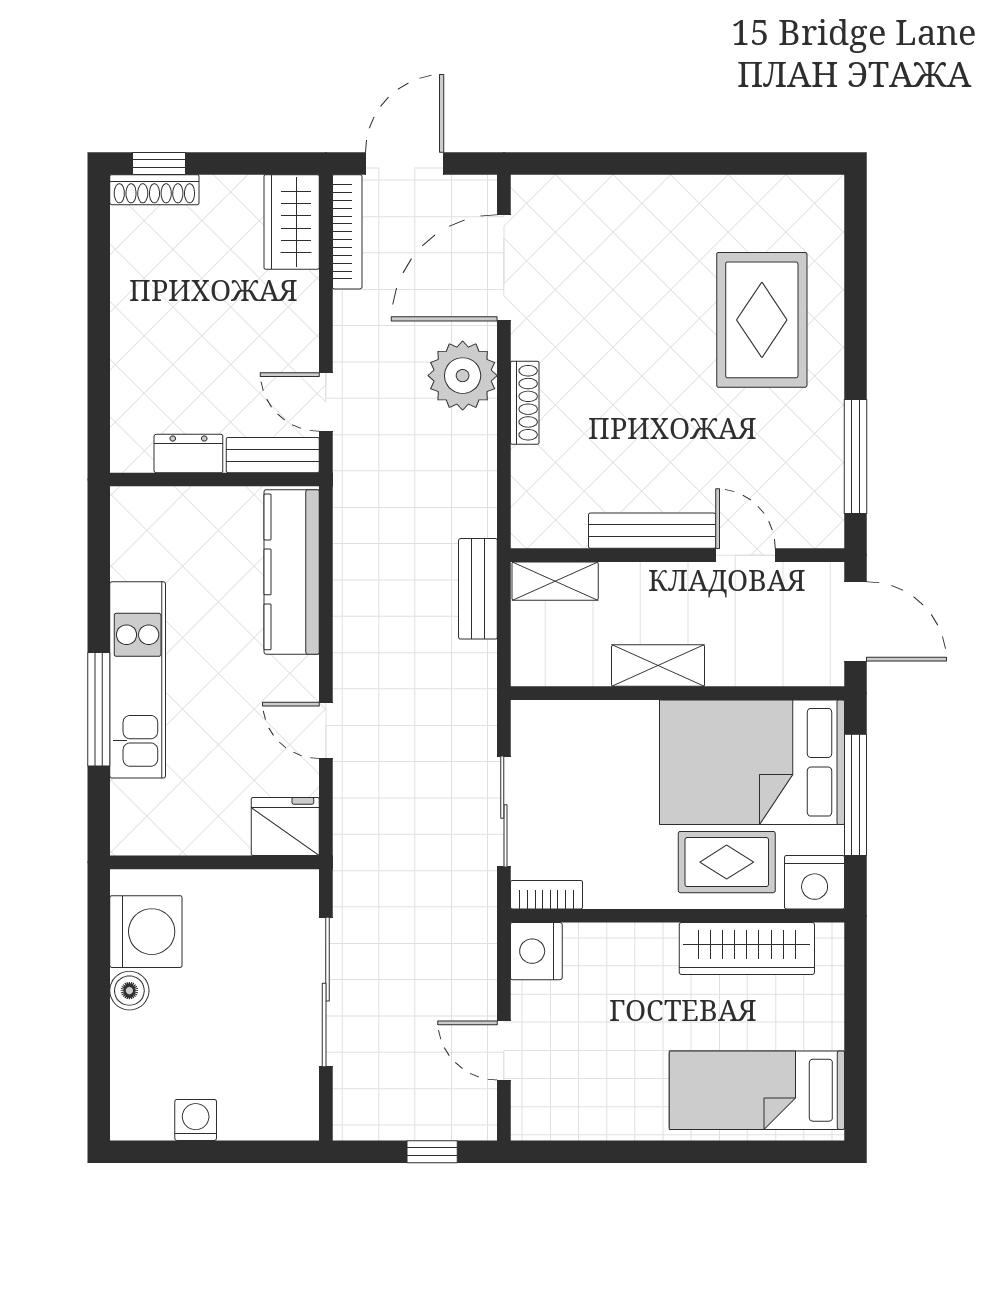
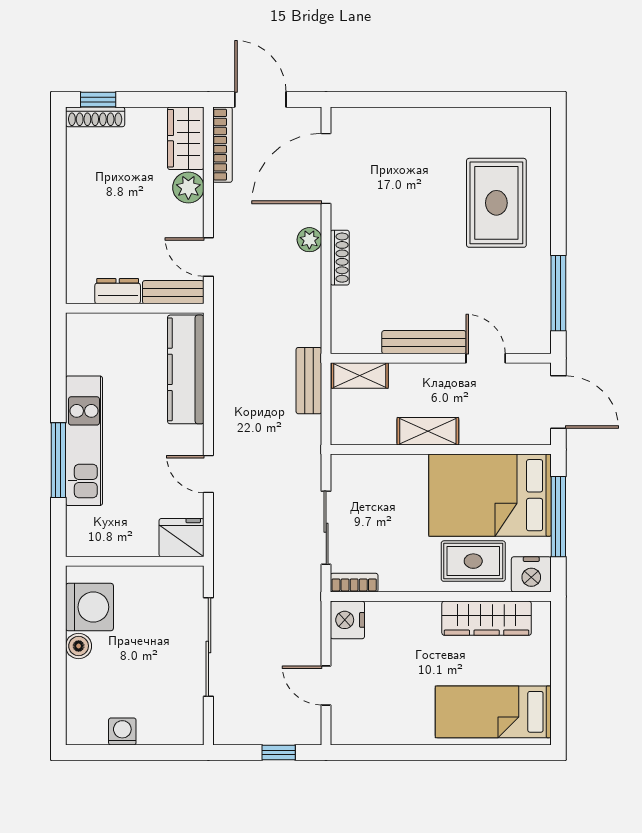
door: (405, 163) -> (260, 99), hinge flipped
plant: (296, 297) -> (188, 187), added
plant: (463, 376) -> (309, 240), width x0.53, depth x0.53

